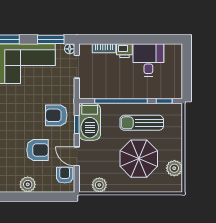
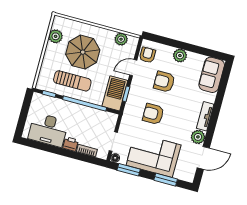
desk: (148, 60) -> (48, 130), width x1.37
armchair: (56, 115) -> (153, 114), moved, turned 180
door: (77, 156) -> (133, 68), swing flipped
armchair: (65, 175) -> (147, 55), turned 180

